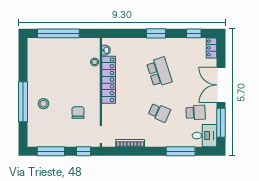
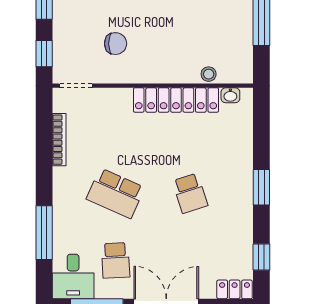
school desk: (159, 72) -> (190, 193), width x0.54
school desk: (159, 113) -> (116, 193), width x1.85

